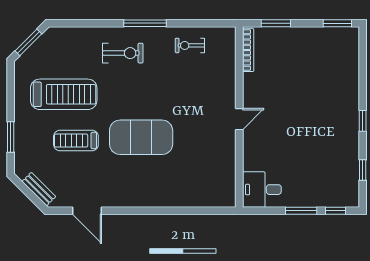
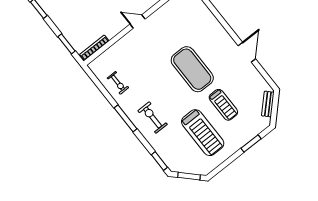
window: (70, 23) -> (159, 161), added
treadmill: (64, 94) -> (203, 133), turned 180
door: (87, 211) -> (247, 52), moved

